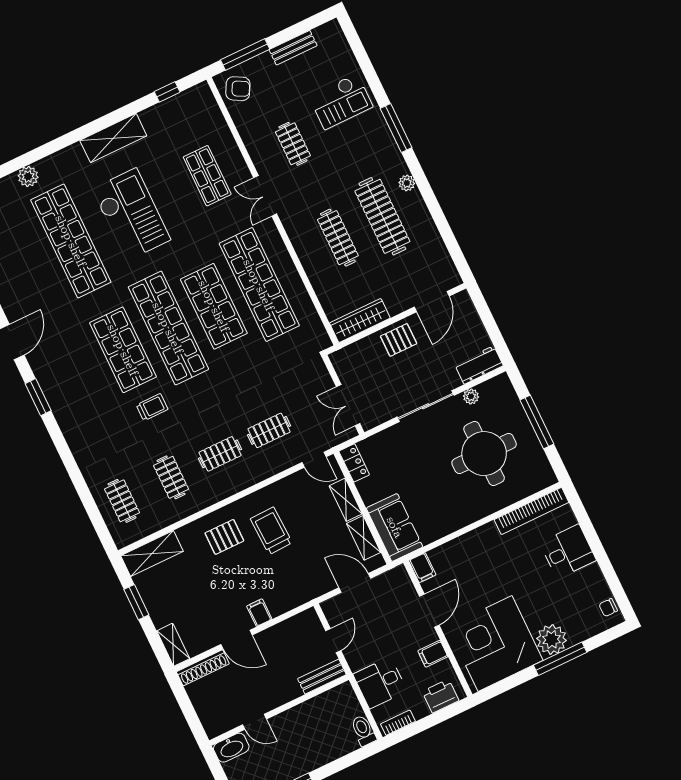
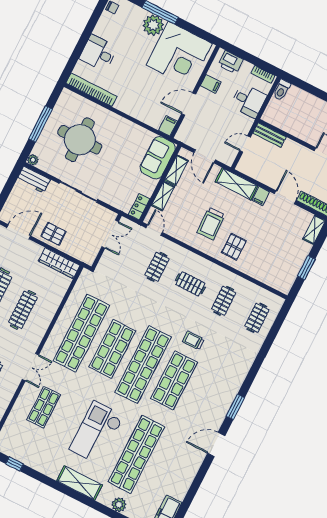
shelving: (113, 138) -> (80, 483), moved
plant: (471, 396) -> (33, 160), moved
clothes rail: (269, 430) -> (157, 267), turned 90
pallet: (224, 537) -> (234, 247), turned 90
shelving: (152, 554) -> (236, 184), moved

